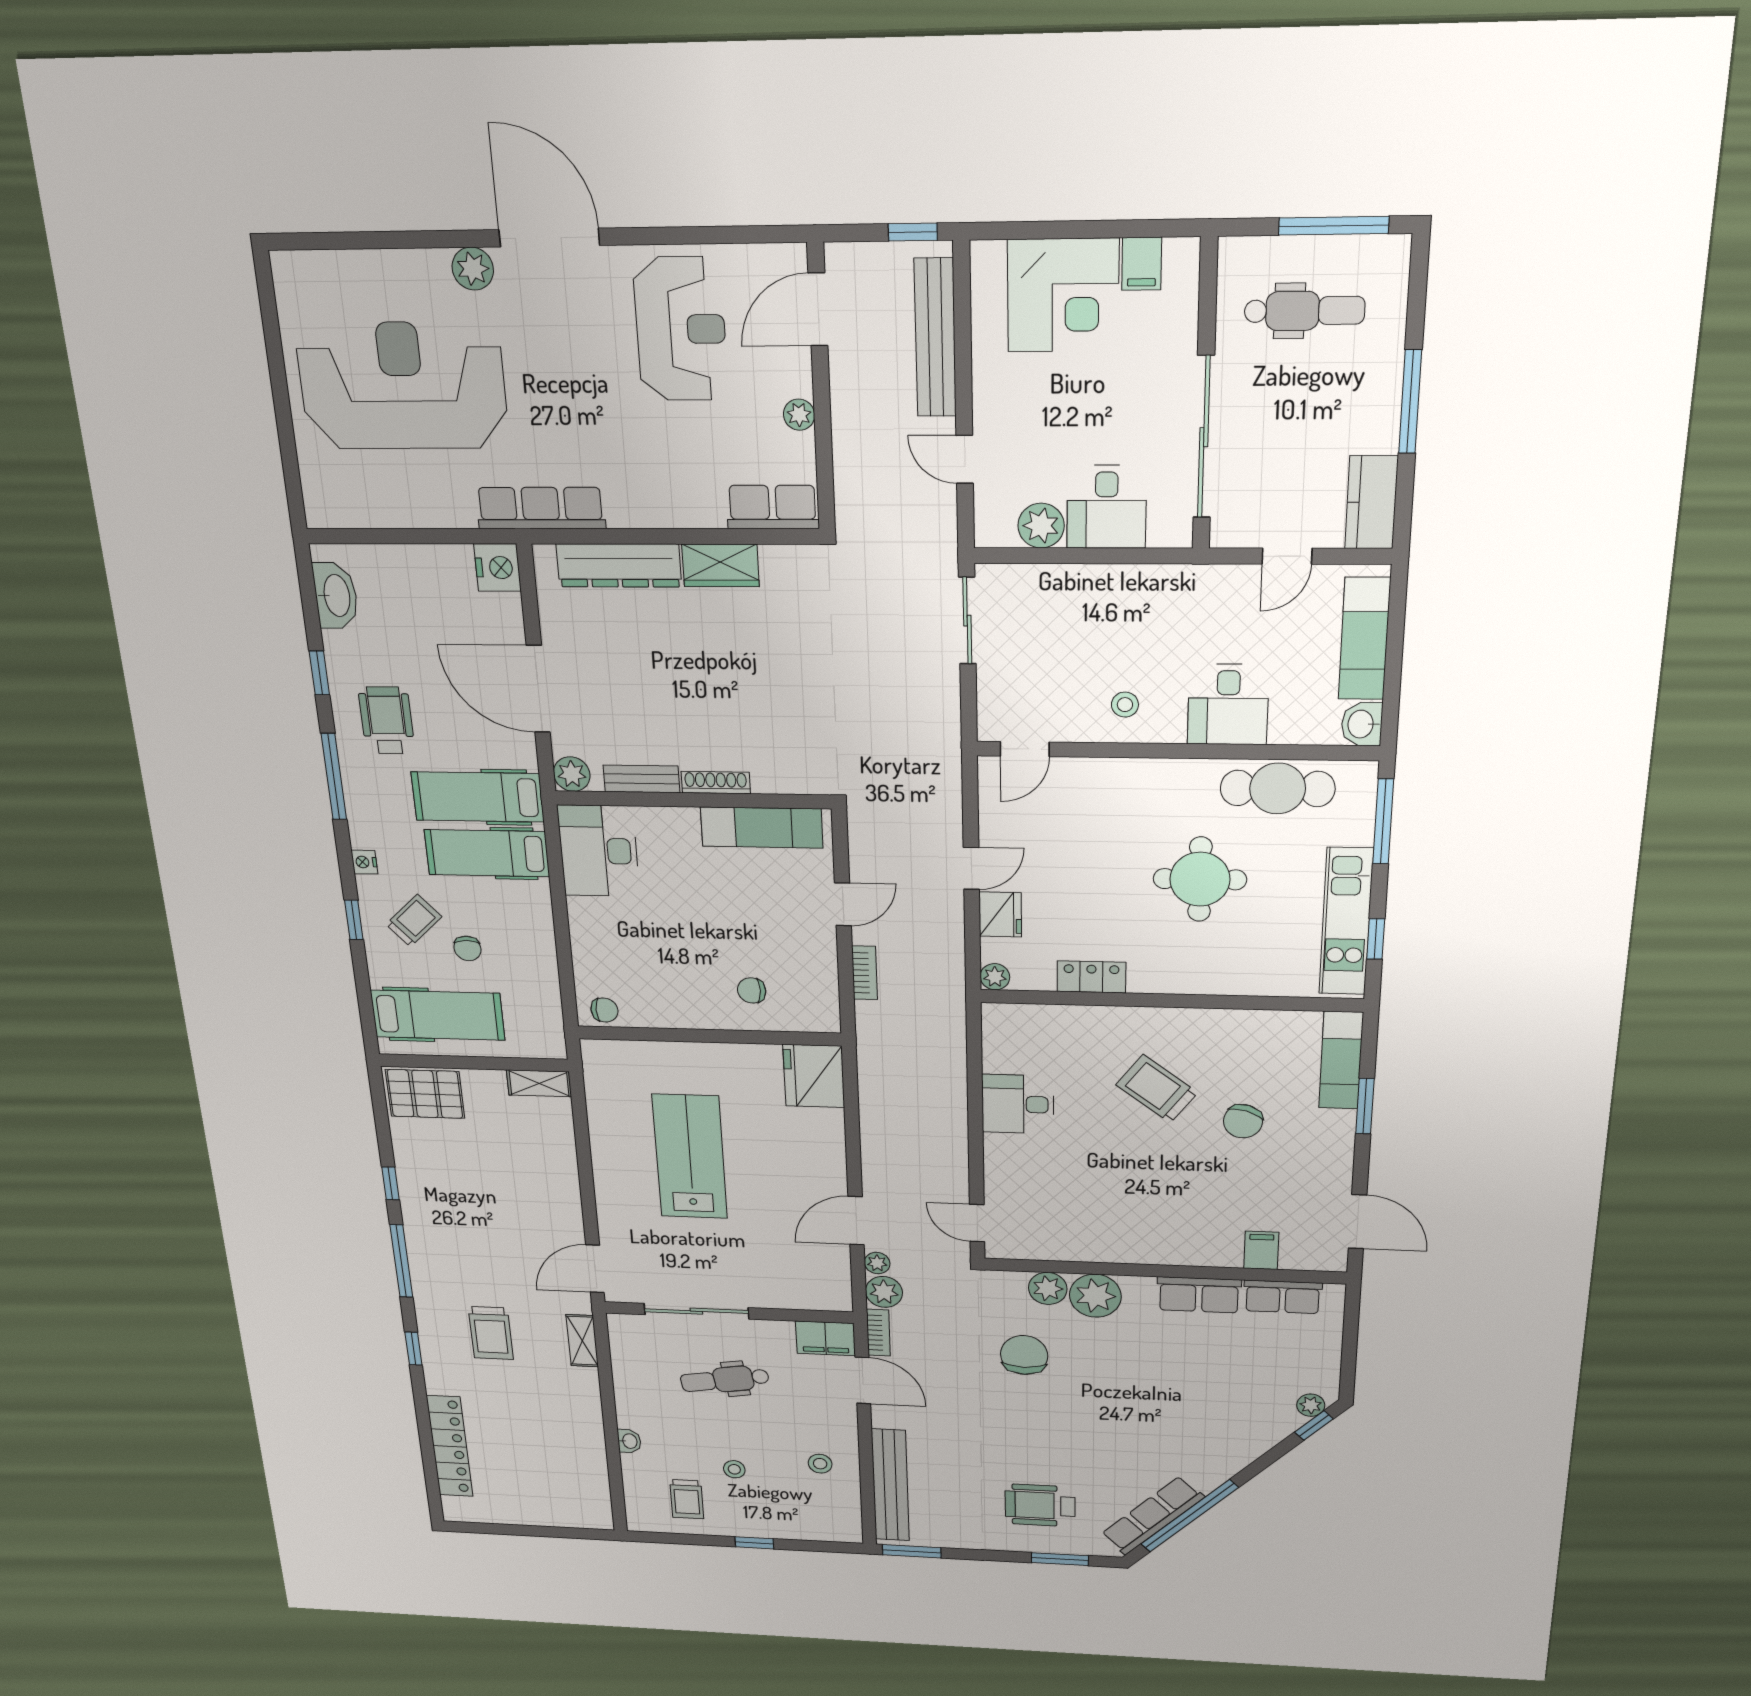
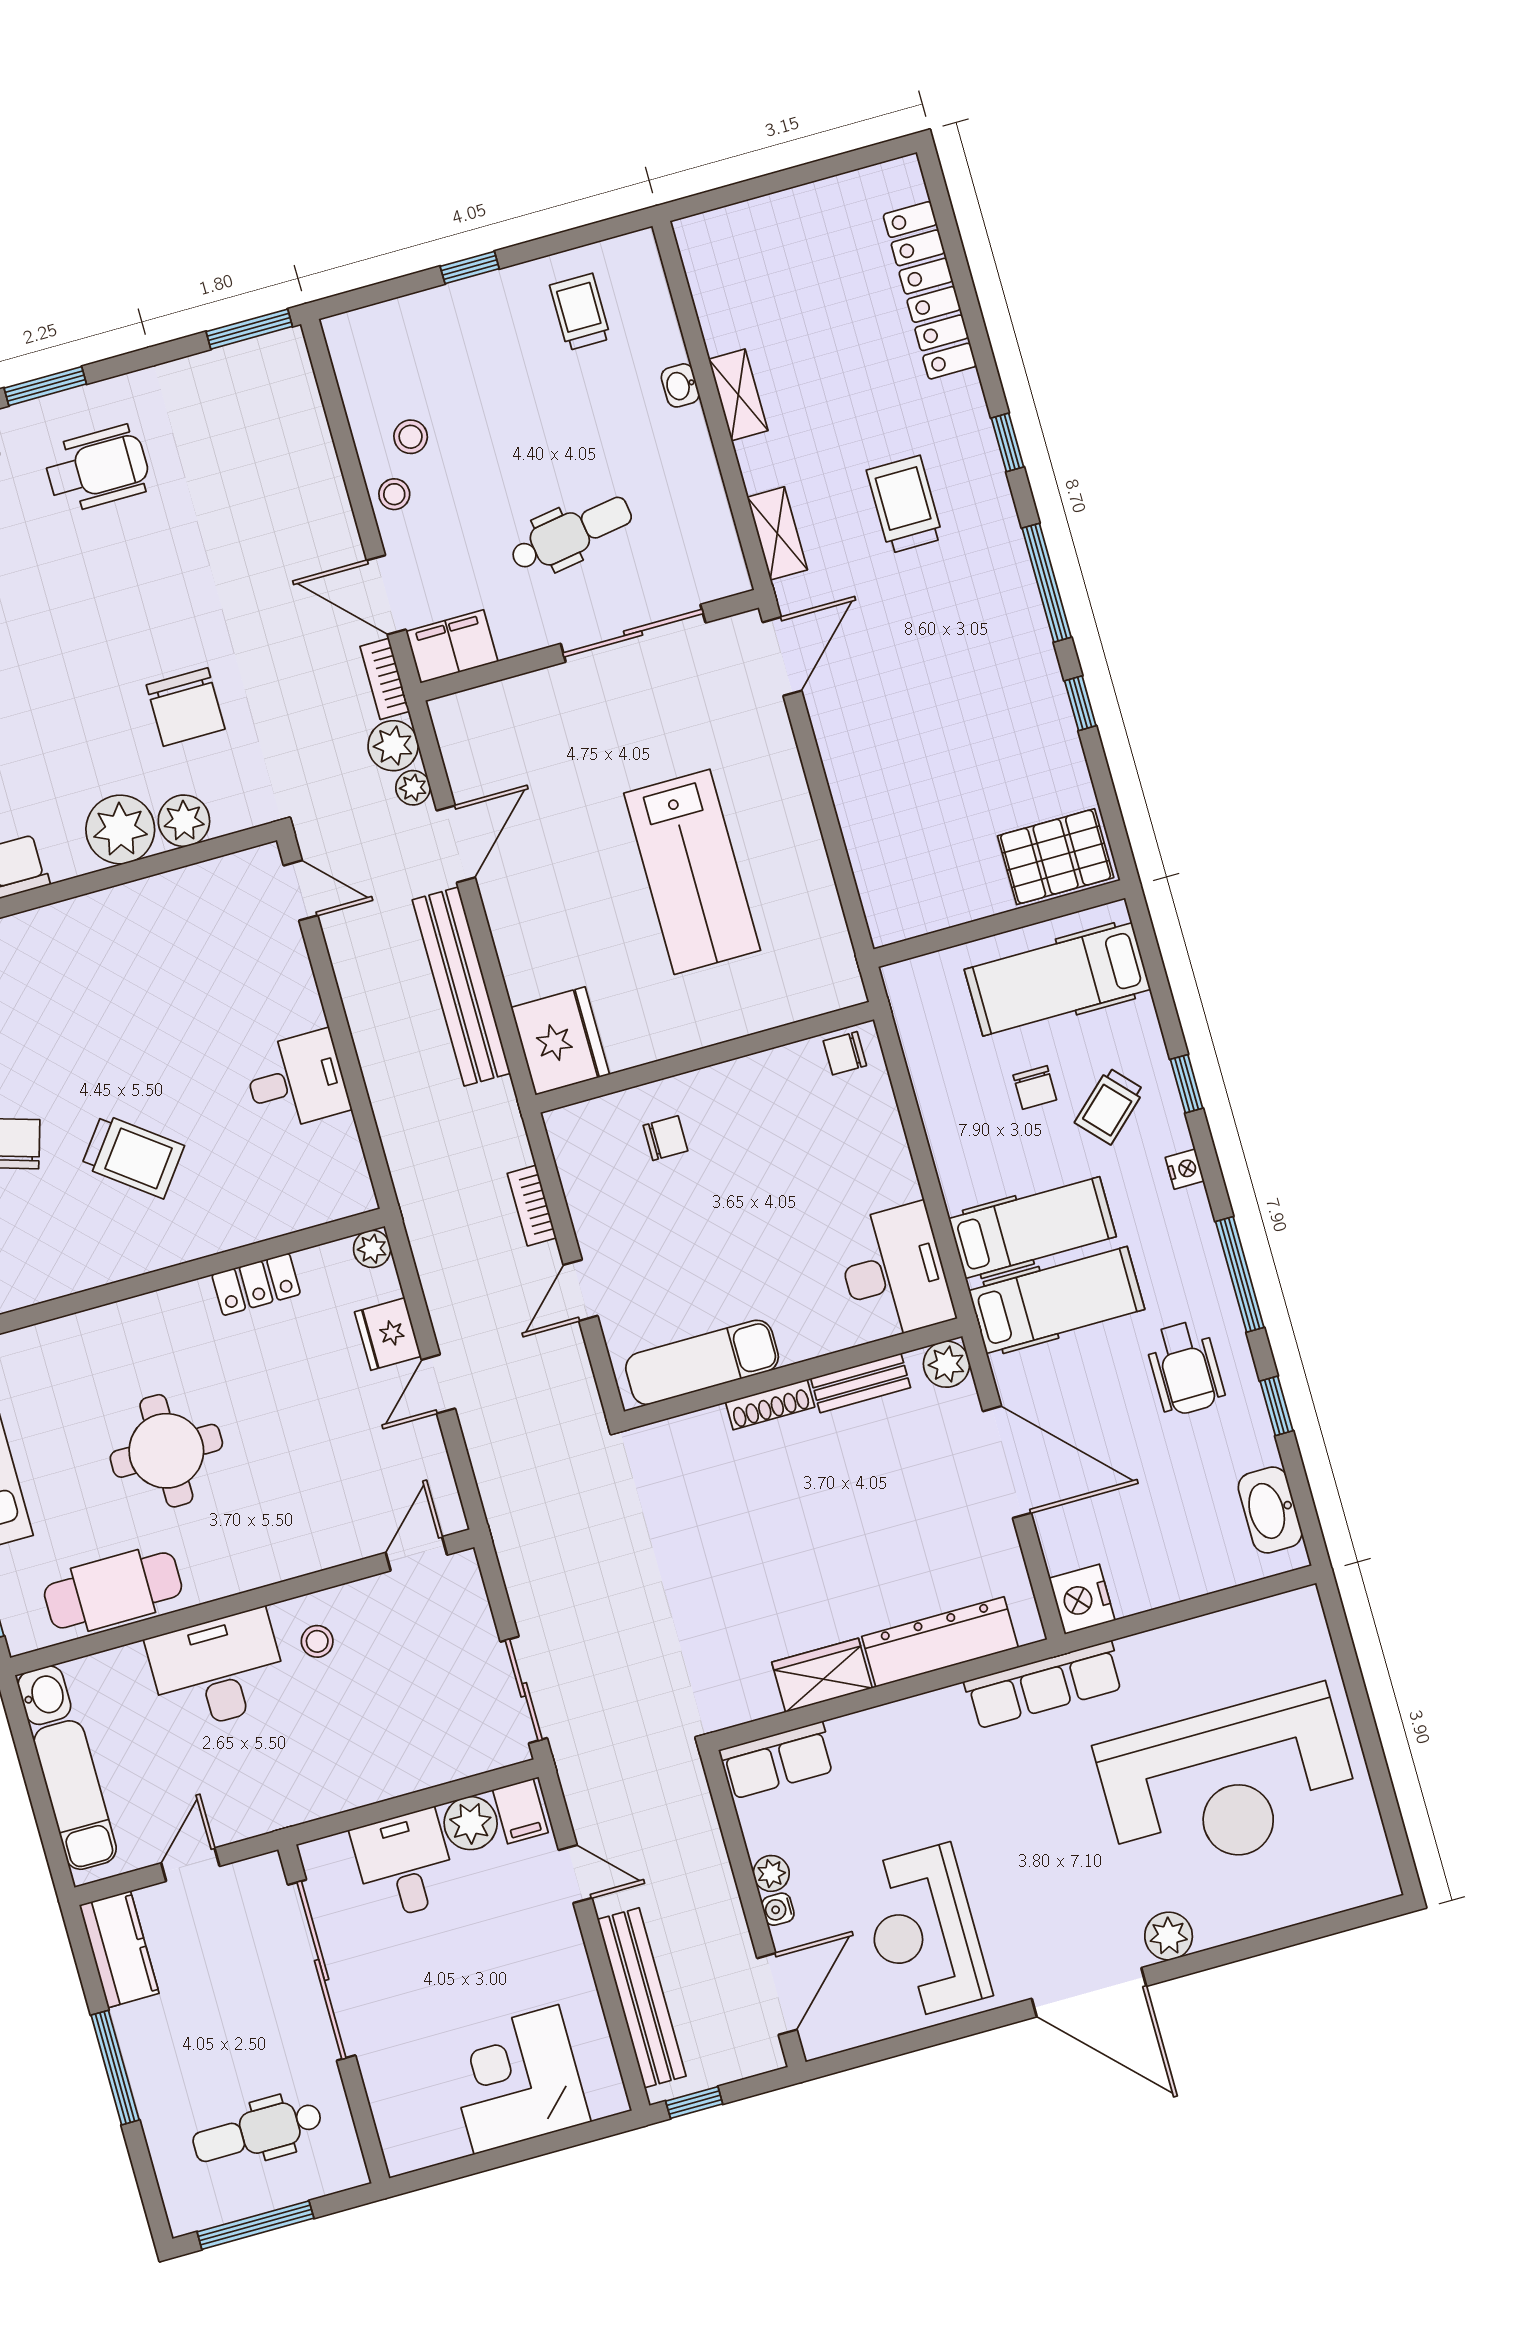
filing cabinet: (1142, 264) -> (520, 1811), moved, turned 180
water cooler: (800, 383) -> (778, 1909), added
desk: (1228, 705) -> (218, 1670), width x1.37
chair: (467, 948) -> (1035, 1087), turned 180
shelving: (539, 1083) -> (738, 395), moved, turned 90
stool: (734, 1469) -> (394, 494), moved
bench: (890, 1485) -> (461, 987), moved

